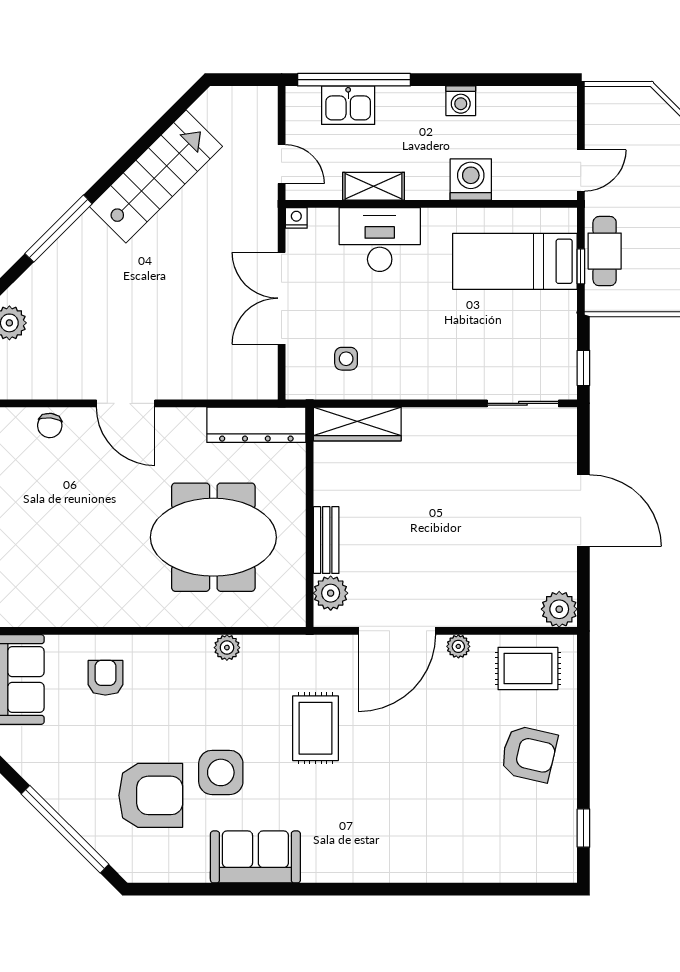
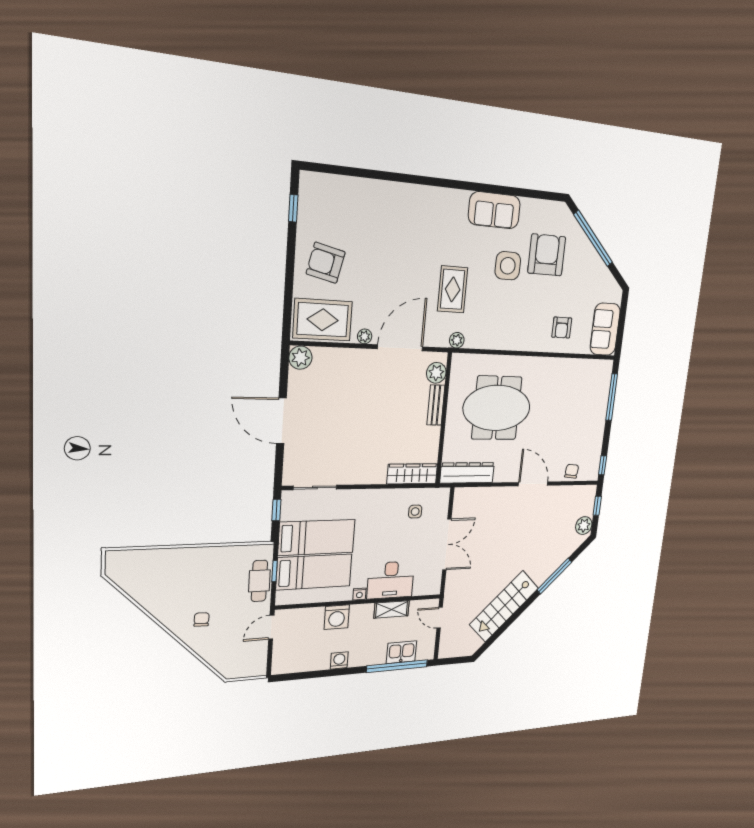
nightstand: (296, 218) -> (359, 594), moved
bed: (514, 320) -> (317, 537), added
plant: (227, 648) -> (457, 340), moved
rug: (528, 668) -> (323, 320), width x1.36, depth x1.43
armchair: (151, 795) -> (547, 255), turned 90

